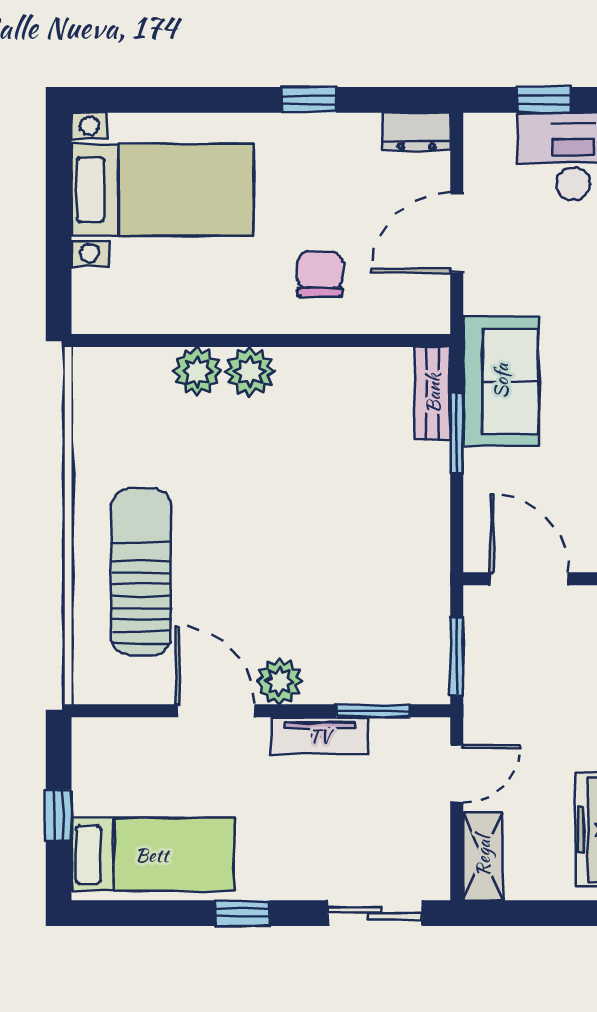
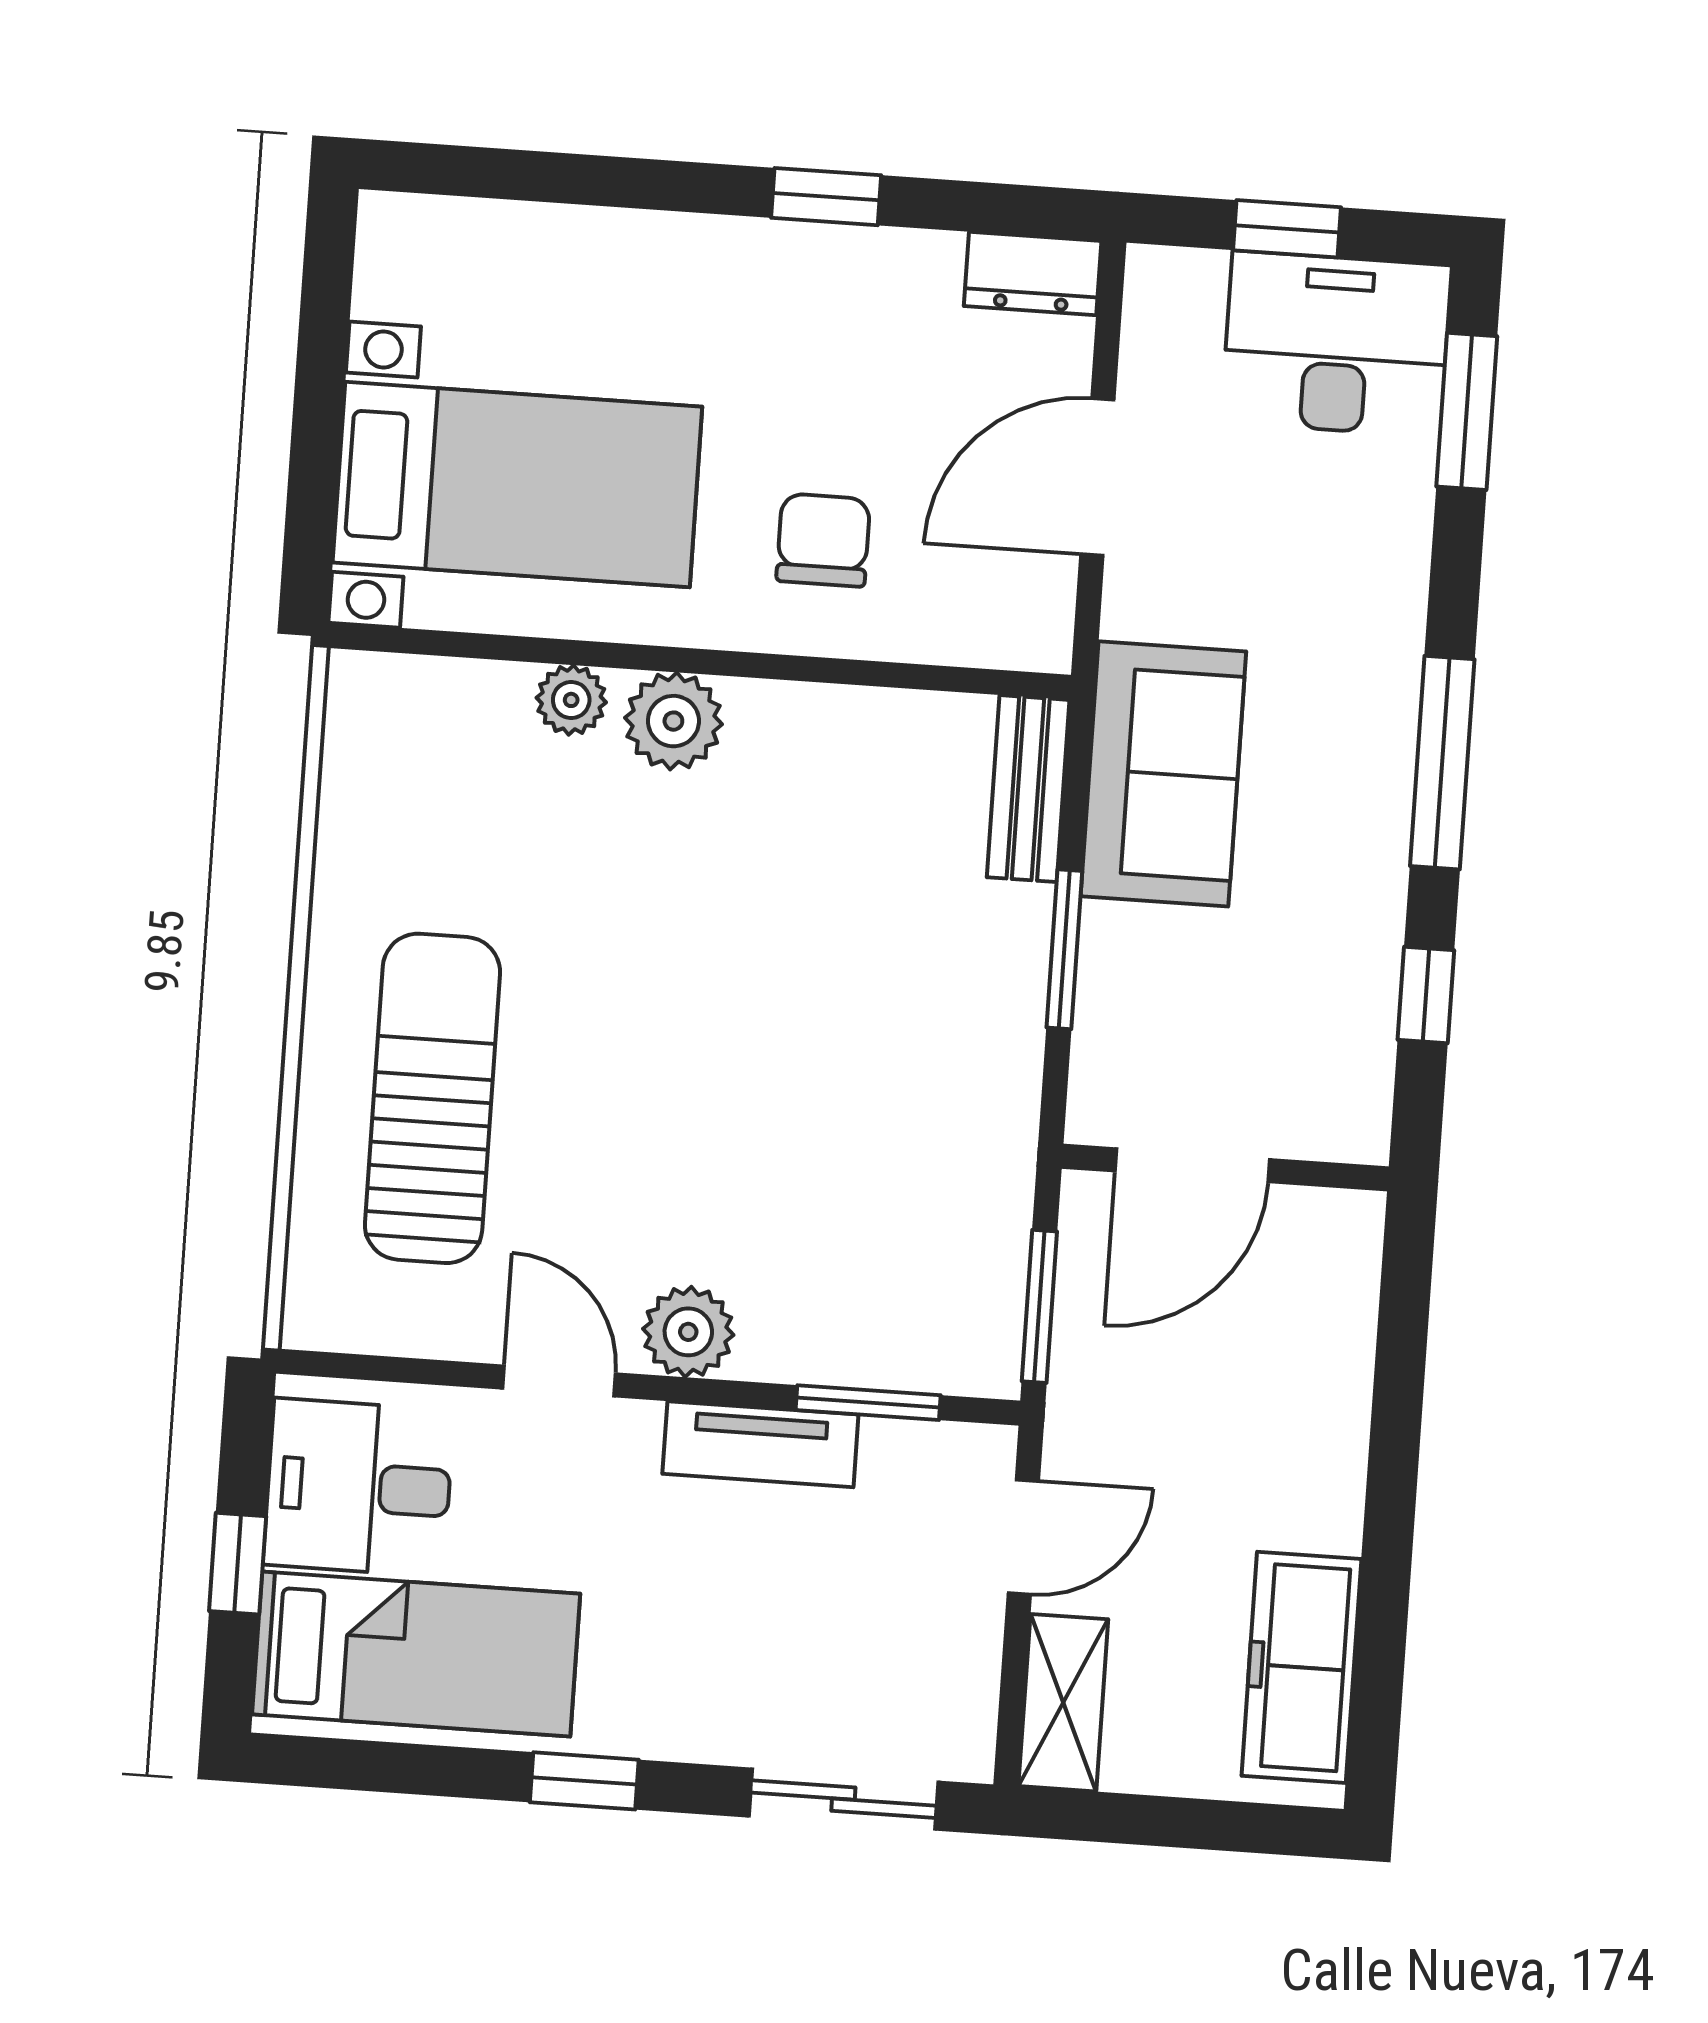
bed with nightstands: (162, 190) -> (517, 485), moved
plant: (197, 371) -> (571, 700), width x0.73, depth x0.73
window: (457, 433) -> (1064, 949), moved
door: (529, 579) -> (1192, 1165), swing flipped
door: (215, 711) -> (559, 1381), width x0.73
desk: (117, 772) -> (359, 1487), added

